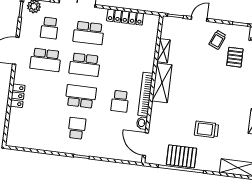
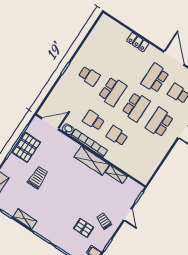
locker: (125, 17) -> (158, 157), removed
school desk: (85, 65) -> (136, 107), turned 180
school desk: (124, 70) -> (117, 136), added

